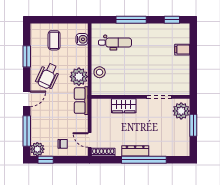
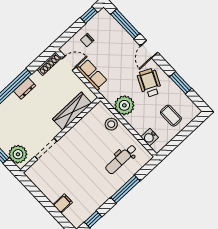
row of seats: (81, 101) -> (92, 75), moved
wardrobe: (124, 106) -> (72, 111), width x1.50
plant: (37, 149) -> (103, 17), removed
dresser: (135, 151) -> (25, 88), width x0.70

